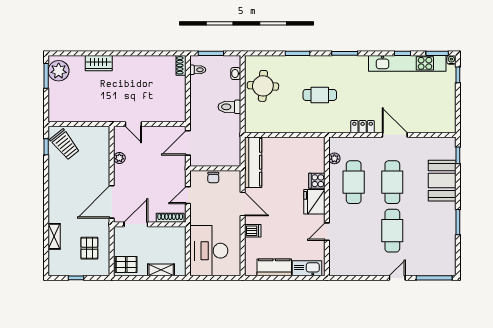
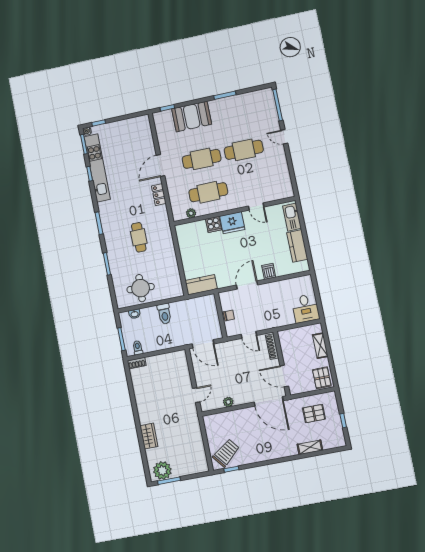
kitchen counter: (253, 162) -> (201, 285), width x0.67
desk: (209, 251) -> (306, 308), width x0.53, depth x0.77

